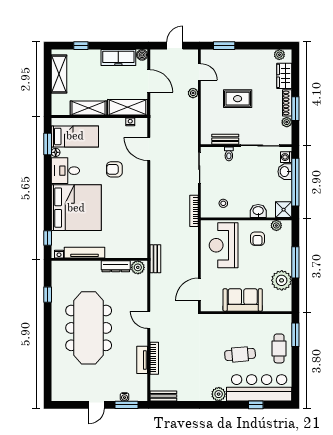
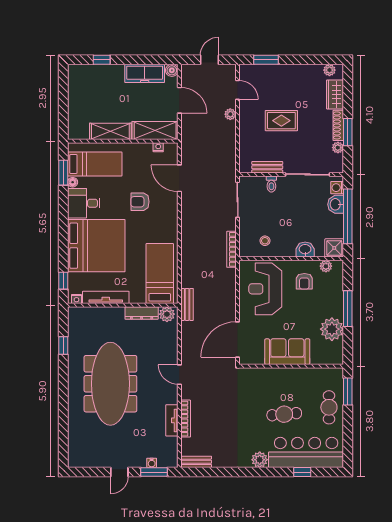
shelving: (59, 74) -> (76, 92), removed
bed: (132, 232) -> (160, 274), added
door: (199, 289) -> (238, 339), width x1.36

